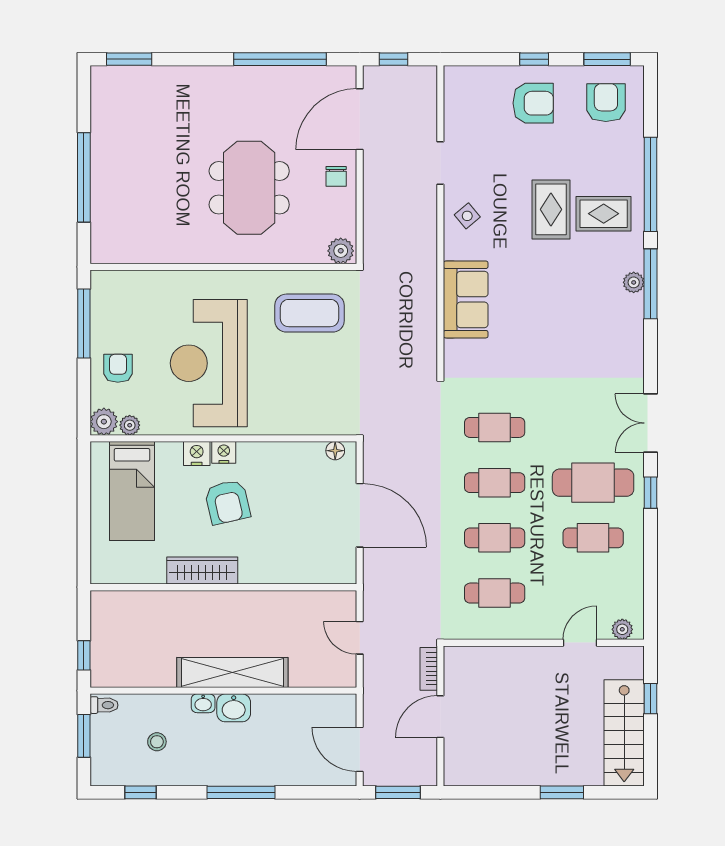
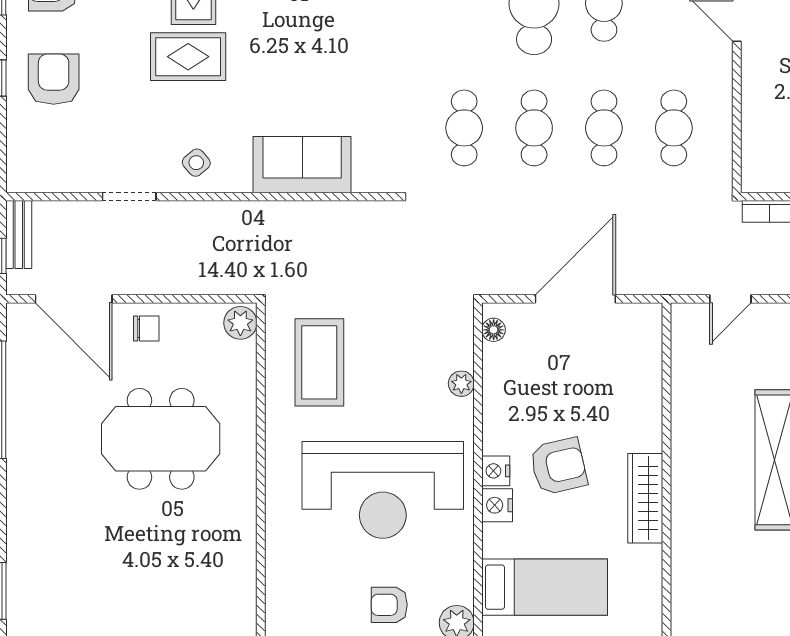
bench: (410, 76) -> (19, 234), added
plant: (130, 425) -> (461, 384), moved

